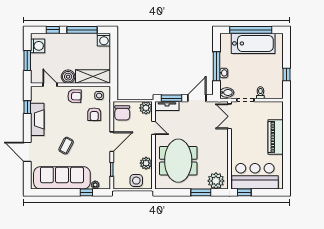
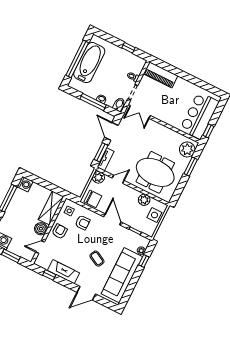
piano: (276, 137) -> (161, 75), moved

